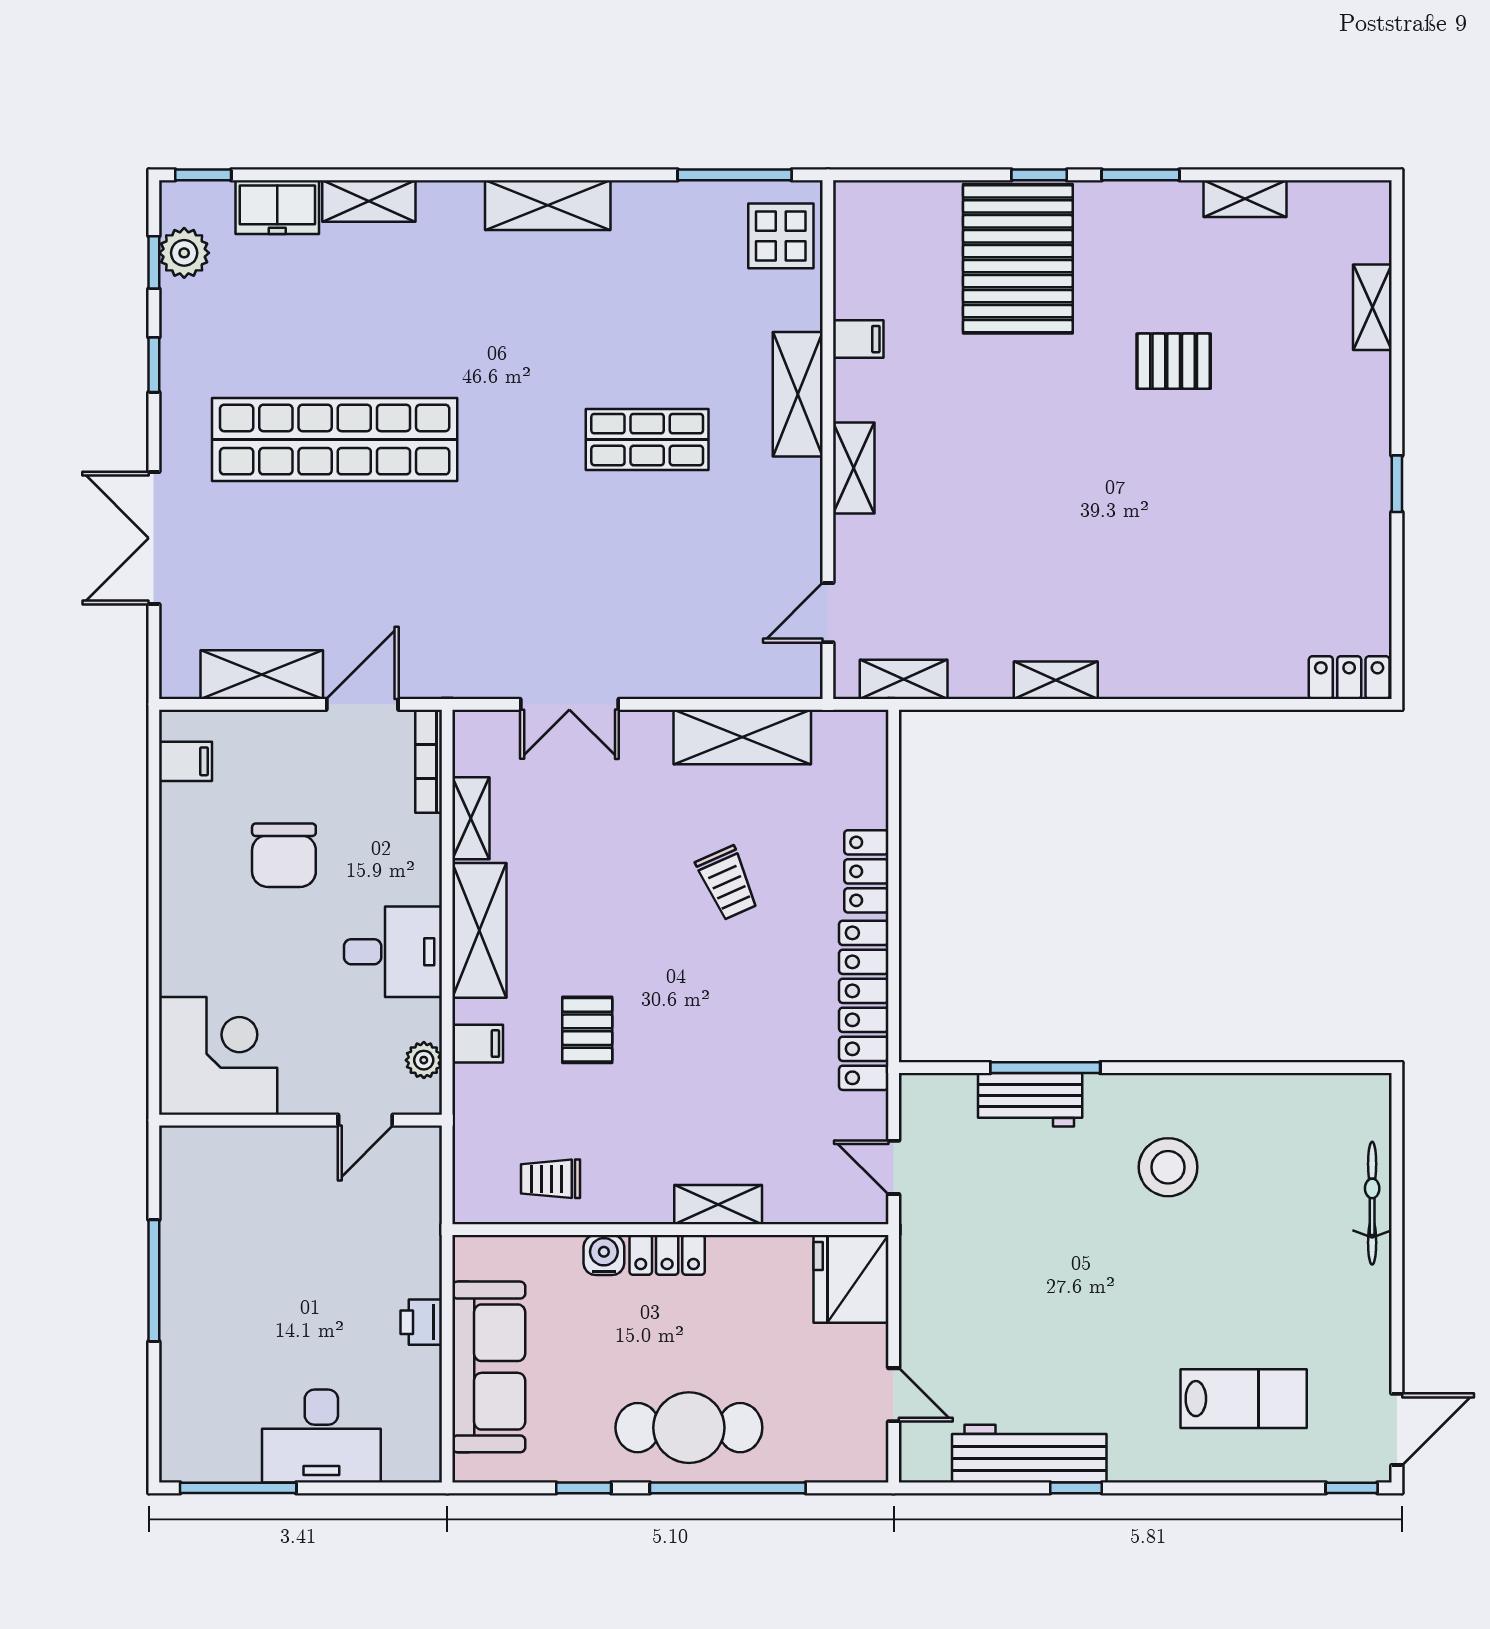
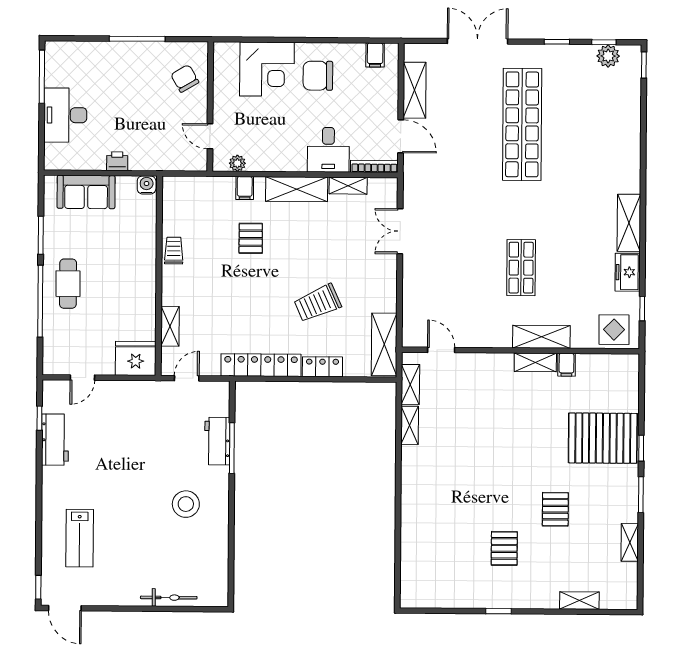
window: (735, 175) -> (642, 309), width x0.46
shelving: (369, 201) -> (631, 141), removed
freezer: (277, 207) -> (628, 272), moved
shelving: (854, 468) -> (535, 362), moved
pallet: (1260, 472) -> (504, 548), added
locker: (1349, 678) -> (410, 589), removed
shelving: (1056, 680) -> (410, 425), moved
shelving: (742, 737) -> (384, 344), moved
chair: (284, 855) -> (318, 76), moved
trolley: (727, 883) -> (318, 303), width x1.36, depth x1.39
desk: (393, 952) -> (328, 150), moved
pallet: (587, 1030) -> (251, 238), turned 90
corner desk: (218, 1056) -> (267, 69), moved
chair: (239, 1176) -> (185, 78), added
trolley: (551, 1179) -> (174, 251), moved
shelving: (718, 1205) -> (170, 326), moved
water cooler: (604, 1255) -> (147, 185), moved, turned -90
locker: (667, 1255) -> (147, 274), removed
sofa: (489, 1367) -> (86, 192), width x0.73
cafe table: (689, 1428) -> (68, 284), width x0.73, depth x0.74
workbench: (1029, 1454) -> (55, 440), width x0.73
window: (584, 1488) -> (41, 235), width x1.50
window: (1076, 1488) -> (39, 418), moved

